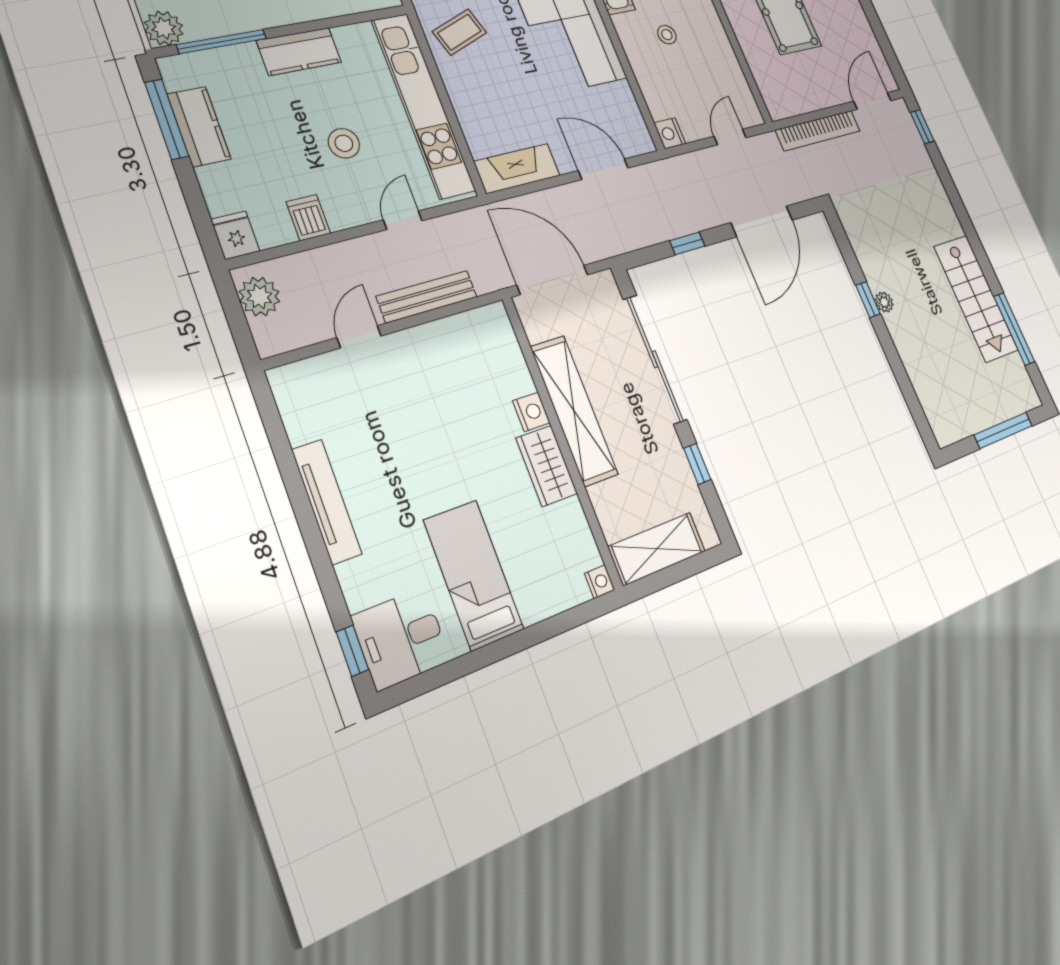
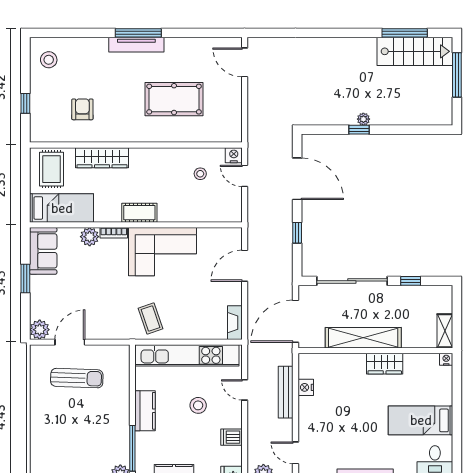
stool: (667, 35) -> (200, 174), moved
window: (922, 127) -> (269, 33), removed
bookcase: (818, 131) -> (254, 113), removed
nightstand: (670, 133) -> (234, 155), moved, turned 180
fireplace: (517, 168) -> (235, 323), width x0.73, depth x0.76
stairs: (976, 298) -> (415, 51), moved
door: (359, 337) -> (296, 453), moved
nightstand: (531, 412) -> (306, 387), moved, turned -90
shelving: (657, 549) -> (445, 331), width x0.67, depth x0.75

